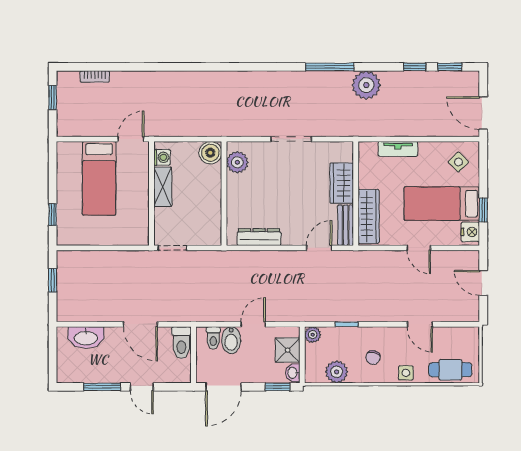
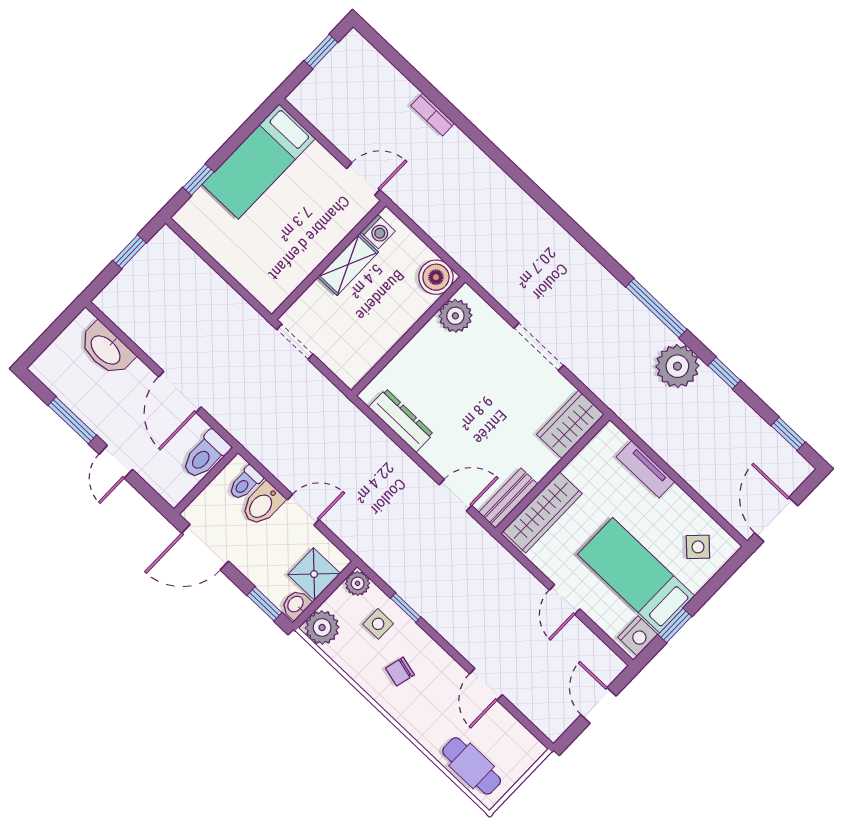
window: (415, 67) -> (724, 373), moved
bookcase: (95, 77) -> (433, 114), moved
bed: (99, 178) -> (259, 161), moved
wardrobe: (342, 183) -> (570, 424), moved
plant: (337, 372) -> (322, 627), moved
side table: (406, 373) -> (378, 624), moved

